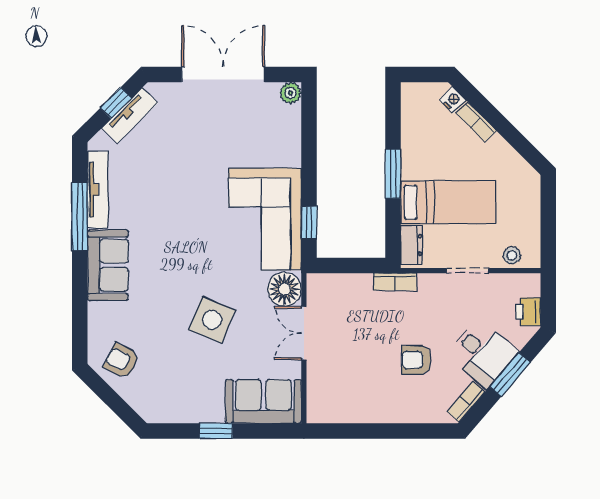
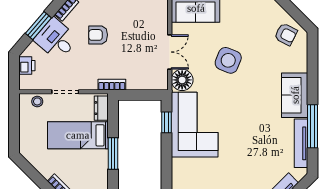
armchair: (416, 360) -> (98, 35), turned 180

